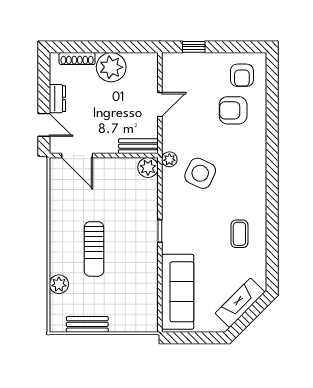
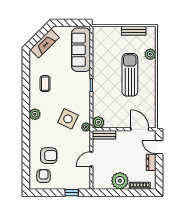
plant: (257, 181) -> (35, 114), added
sun lounger: (94, 249) -> (130, 75), width x1.36, depth x1.34

